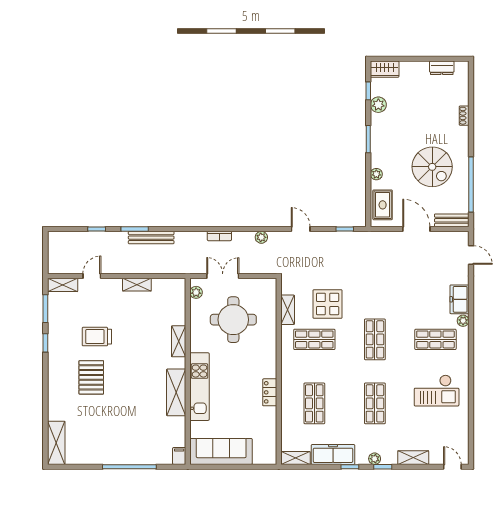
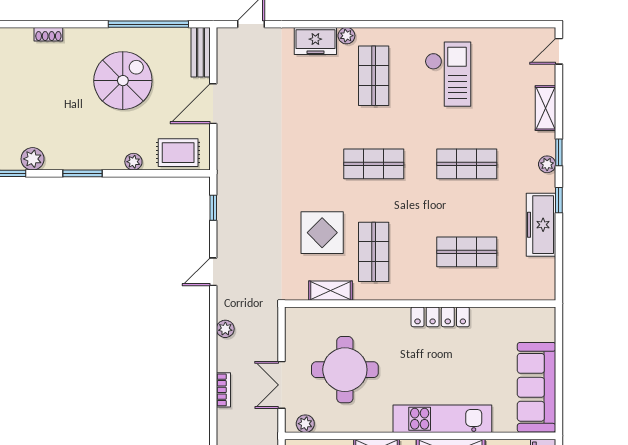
locker: (270, 392) -> (440, 317), width x1.53
shelving: (296, 458) -> (546, 279), removed

